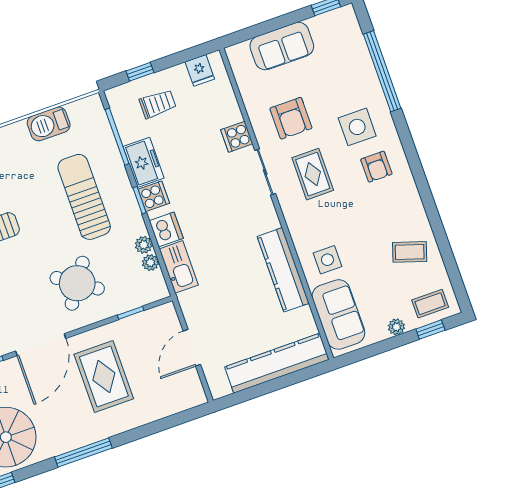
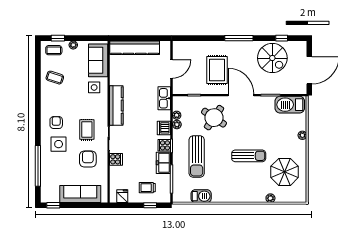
sofa: (282, 46) -> (80, 194), width x1.36
kitchen sink: (179, 267) -> (164, 98), moved
kitchen counter: (283, 270) -> (116, 106), moved
door: (41, 345) -> (241, 95), hinge flipped

